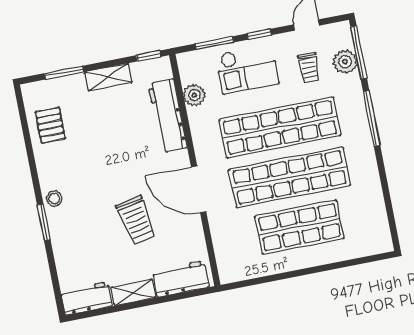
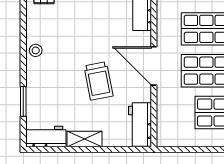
window: (44, 222) -> (23, 101), moved
workbench: (181, 279) -> (140, 125), moved, turned -90

